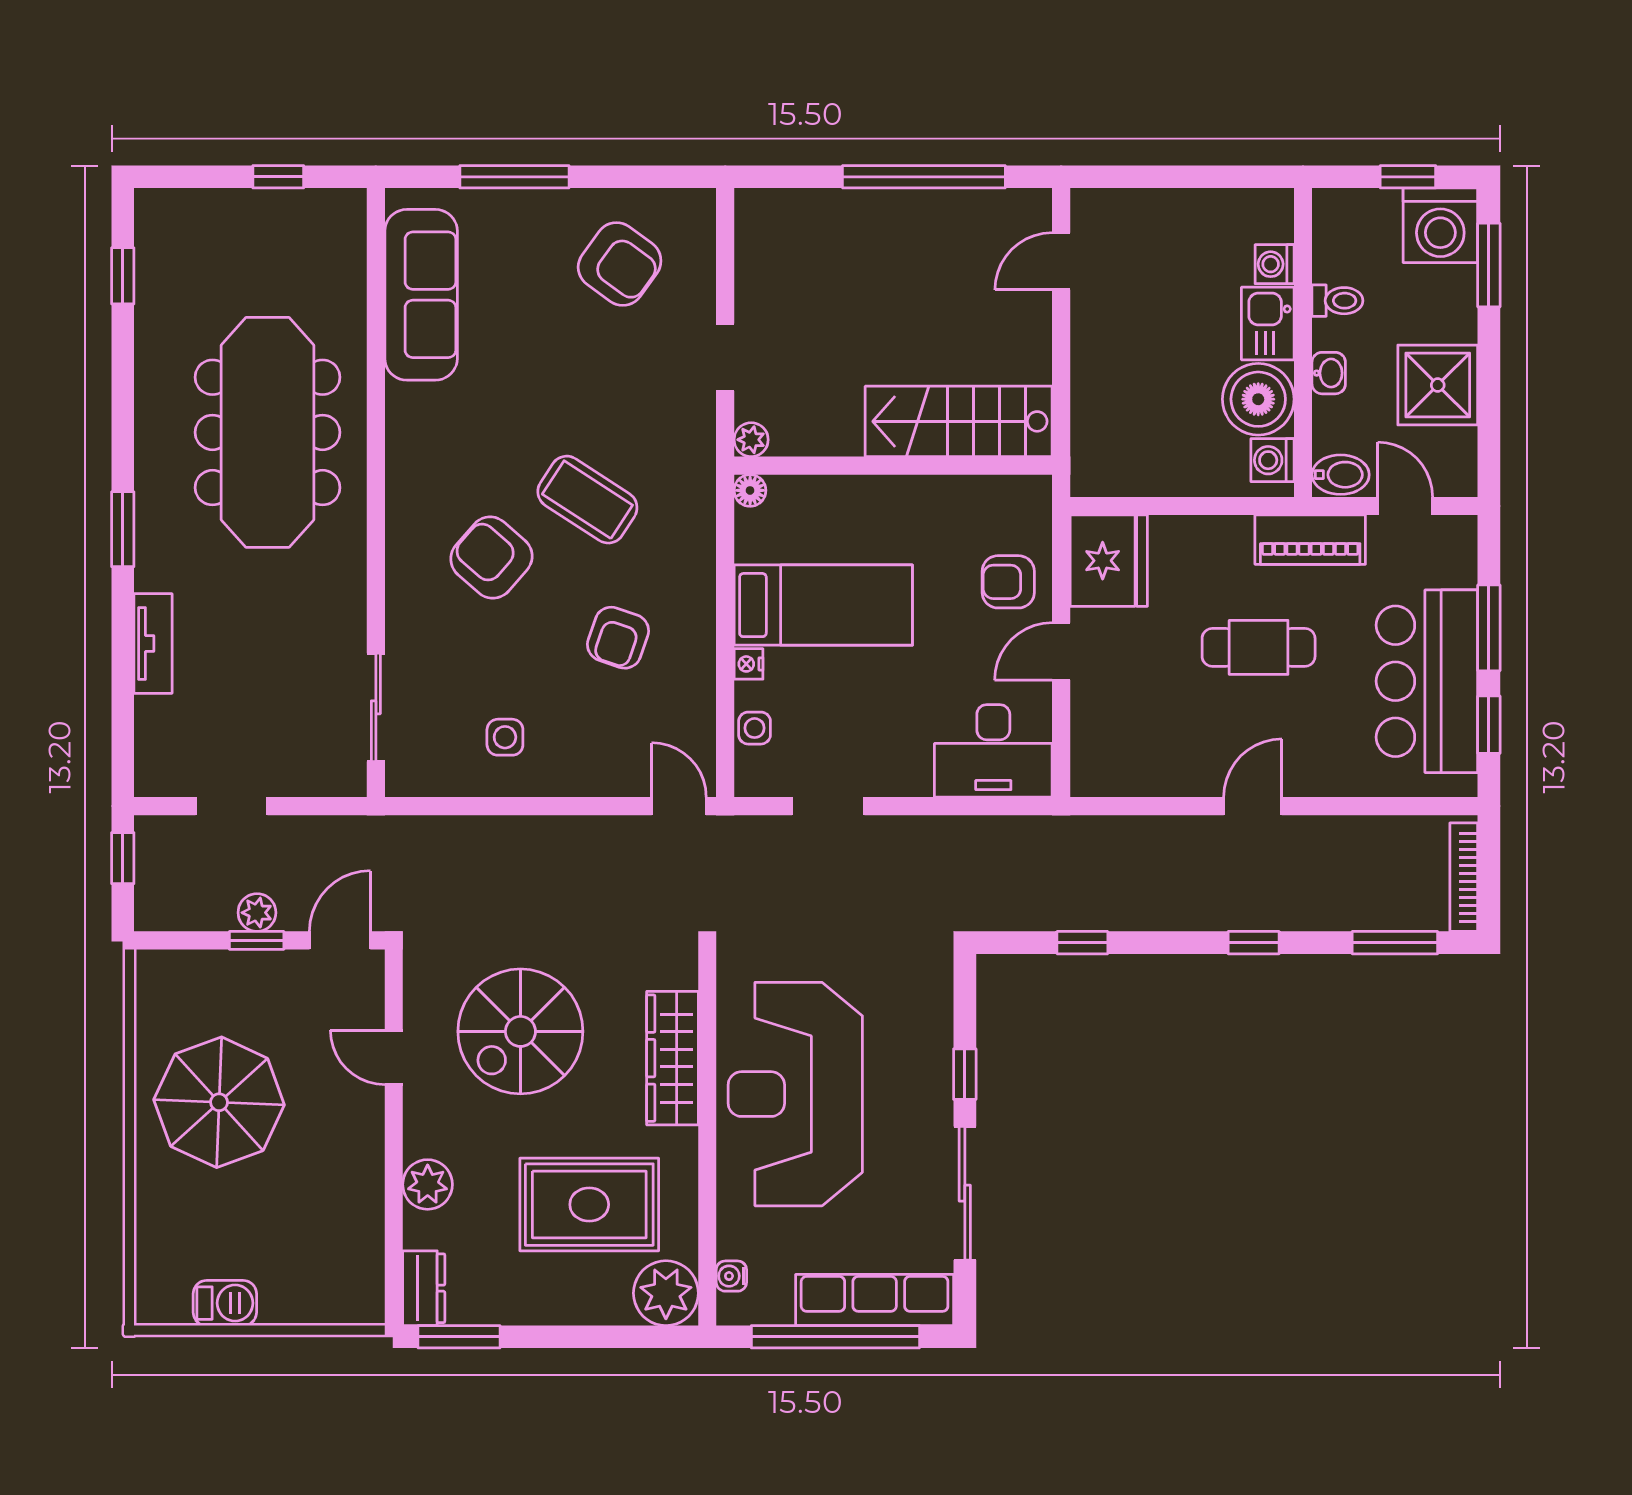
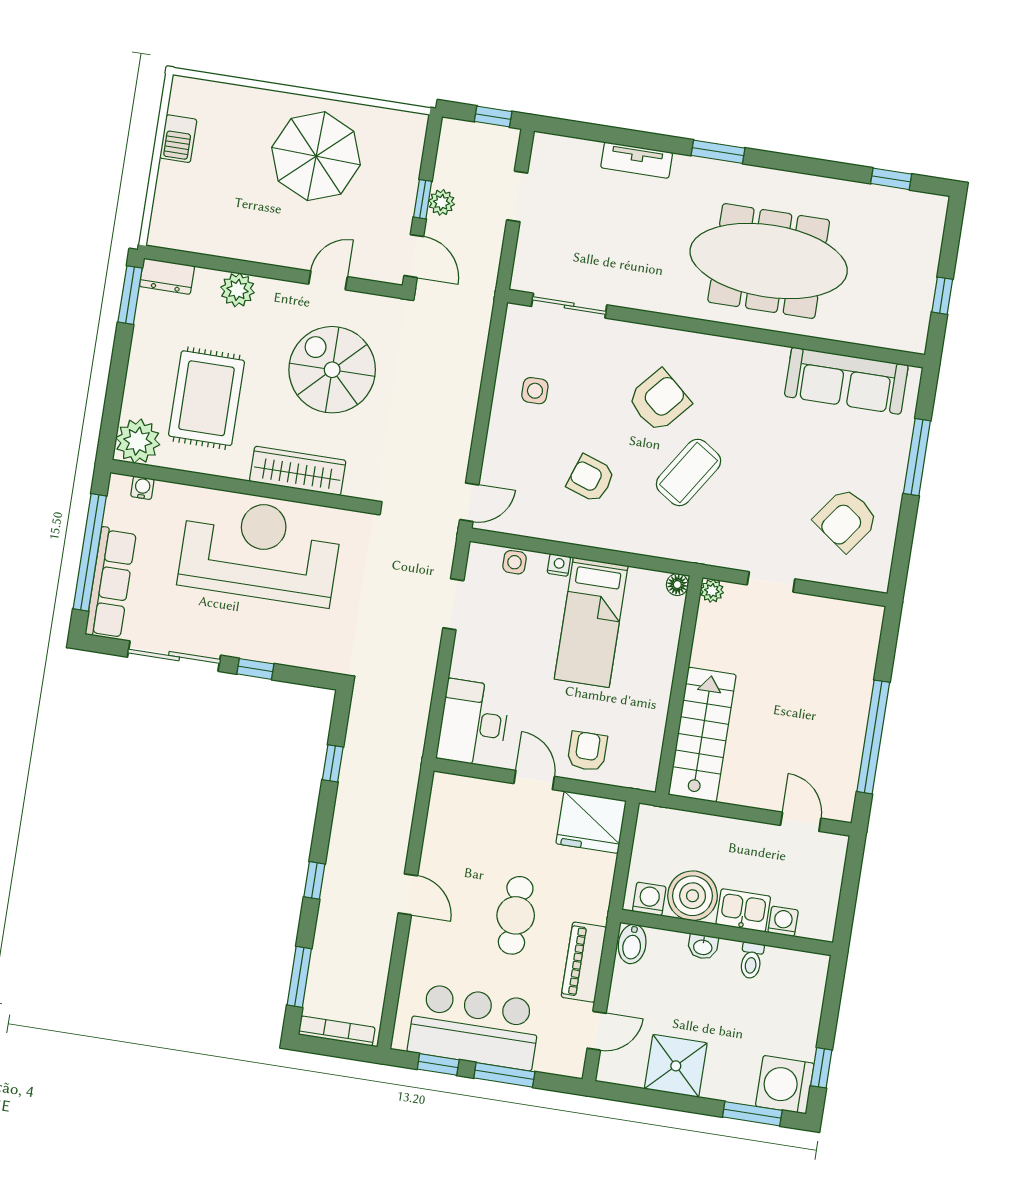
washing machine: (1275, 264) -> (783, 921), moved
toilet: (1337, 301) -> (751, 960), moved
kitchen sink: (1268, 324) -> (743, 910), moved
wall: (1303, 342) -> (726, 932), moved
washbasin: (1329, 373) -> (703, 947), moved
boiler: (1258, 399) -> (693, 896), moved
washing machine: (1272, 460) -> (649, 899), moved
bidet: (1341, 475) -> (632, 944), moved

